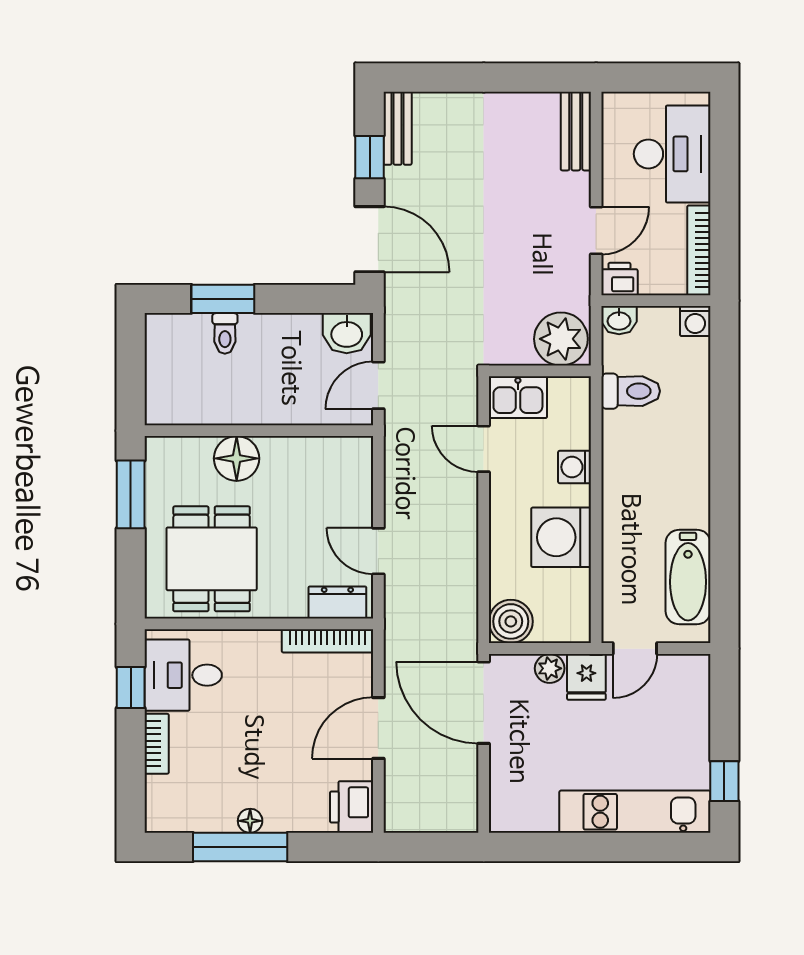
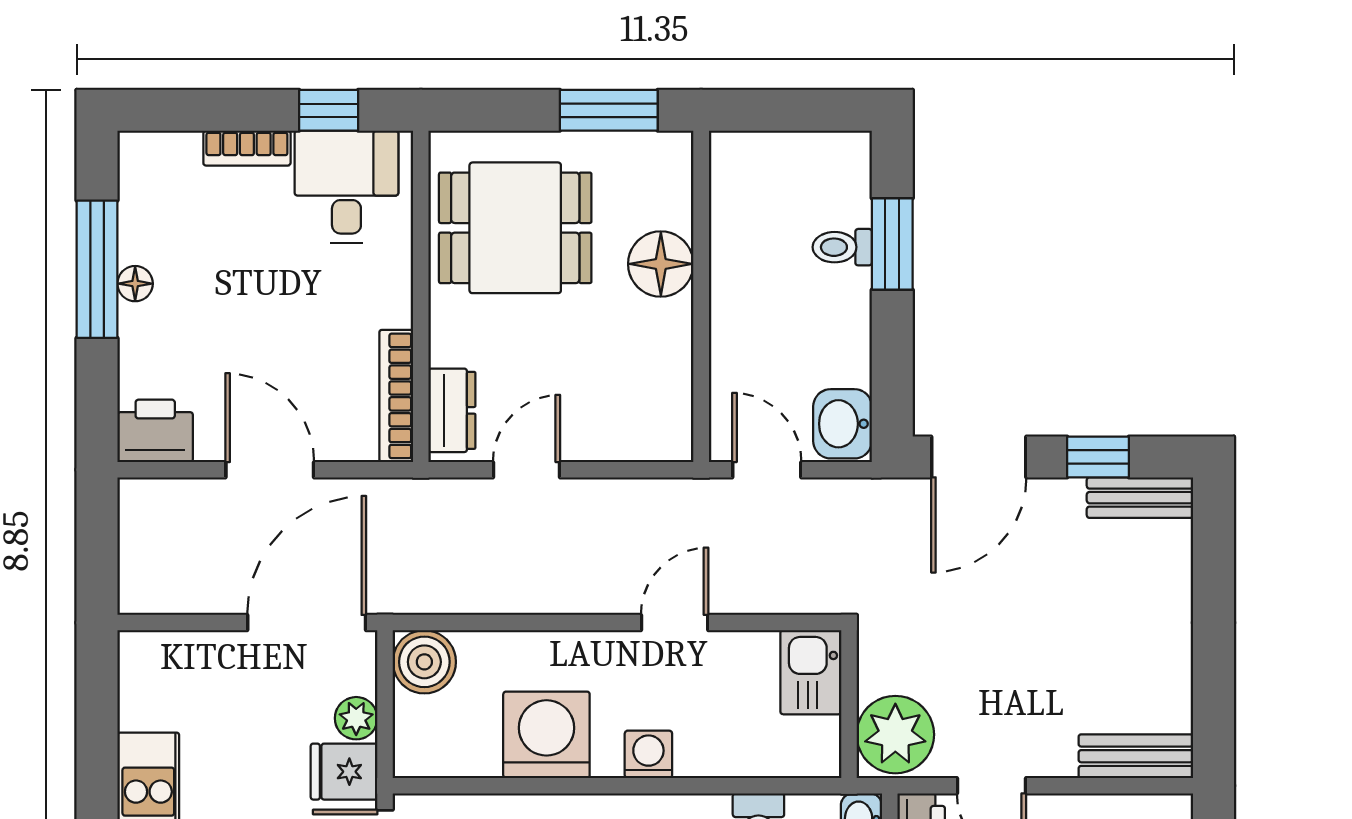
plant: (561, 339) -> (895, 735), moved
wall: (540, 371) -> (849, 704), moved
kitchen sink: (518, 397) -> (811, 672), moved

